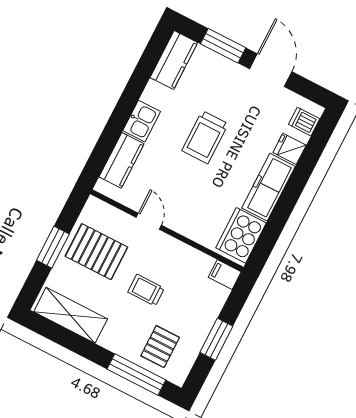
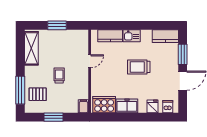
freezer: (269, 187) -> (127, 106), width x0.71
pallet: (96, 252) -> (65, 45), removed

